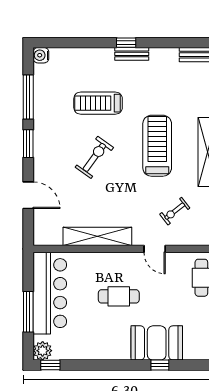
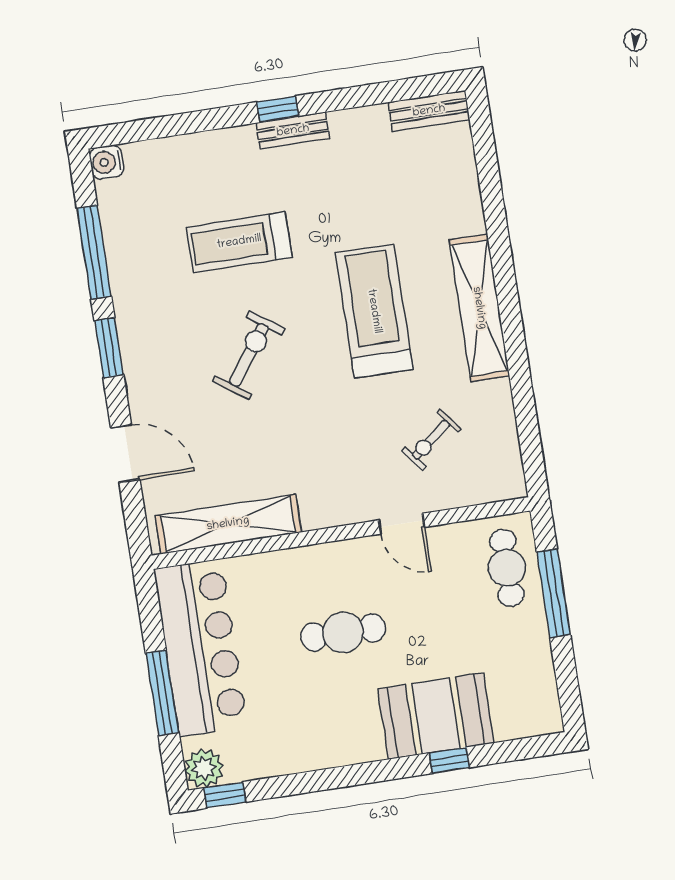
shelving: (97, 236) -> (228, 524), moved

